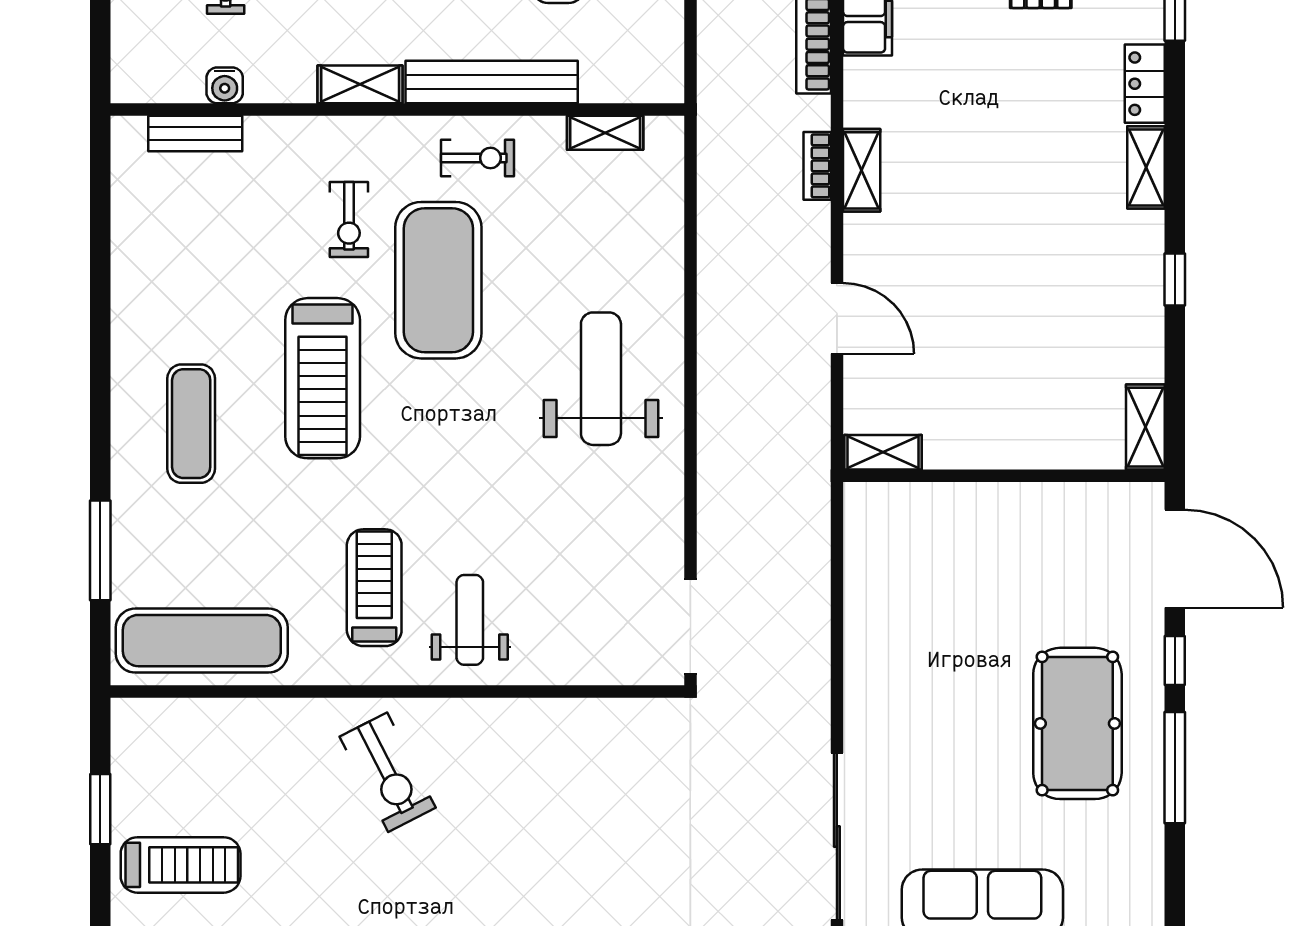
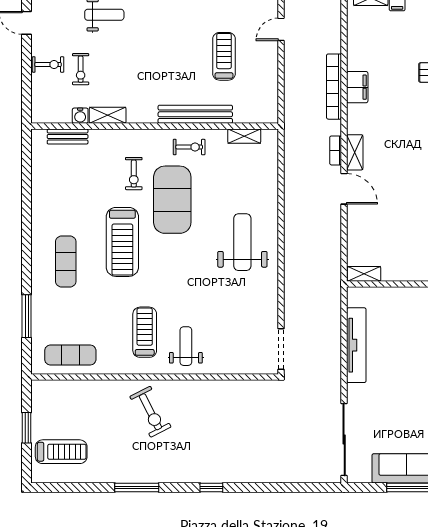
shelving: (360, 84) -> (108, 115), moved
door: (837, 318) -> (344, 189), moved
tv unit: (865, 618) -> (356, 345), added
exercise mat: (202, 641) -> (70, 355), width x0.73, depth x0.69

